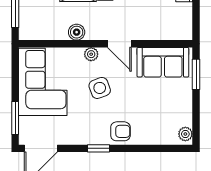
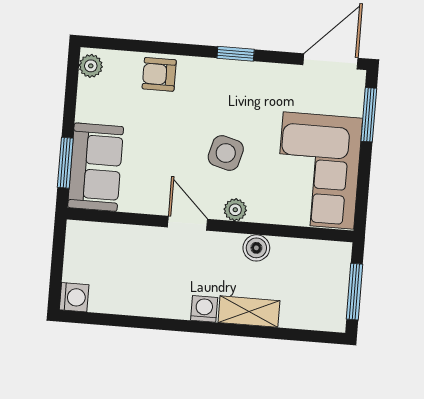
sofa: (163, 62) -> (96, 167), moved, turned 90
side table: (100, 88) -> (226, 153), turned 35
armchair: (120, 131) -> (159, 74), moved

